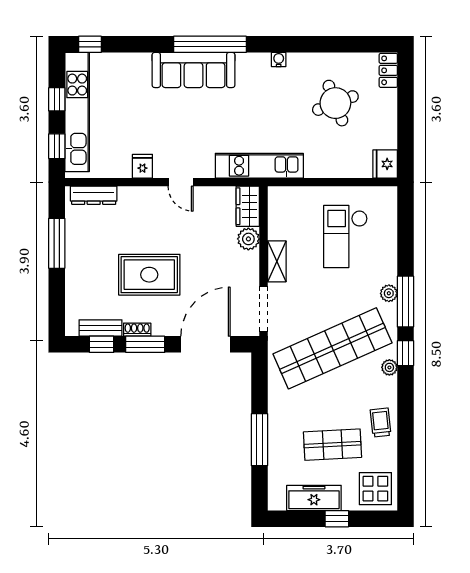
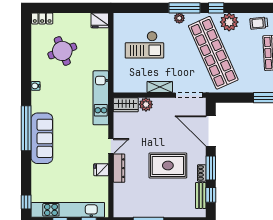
dresser: (94, 195) -> (119, 168), moved
rug: (149, 275) -> (168, 165), turned 90
plant: (389, 367) -> (229, 22), width x1.87, depth x1.87

